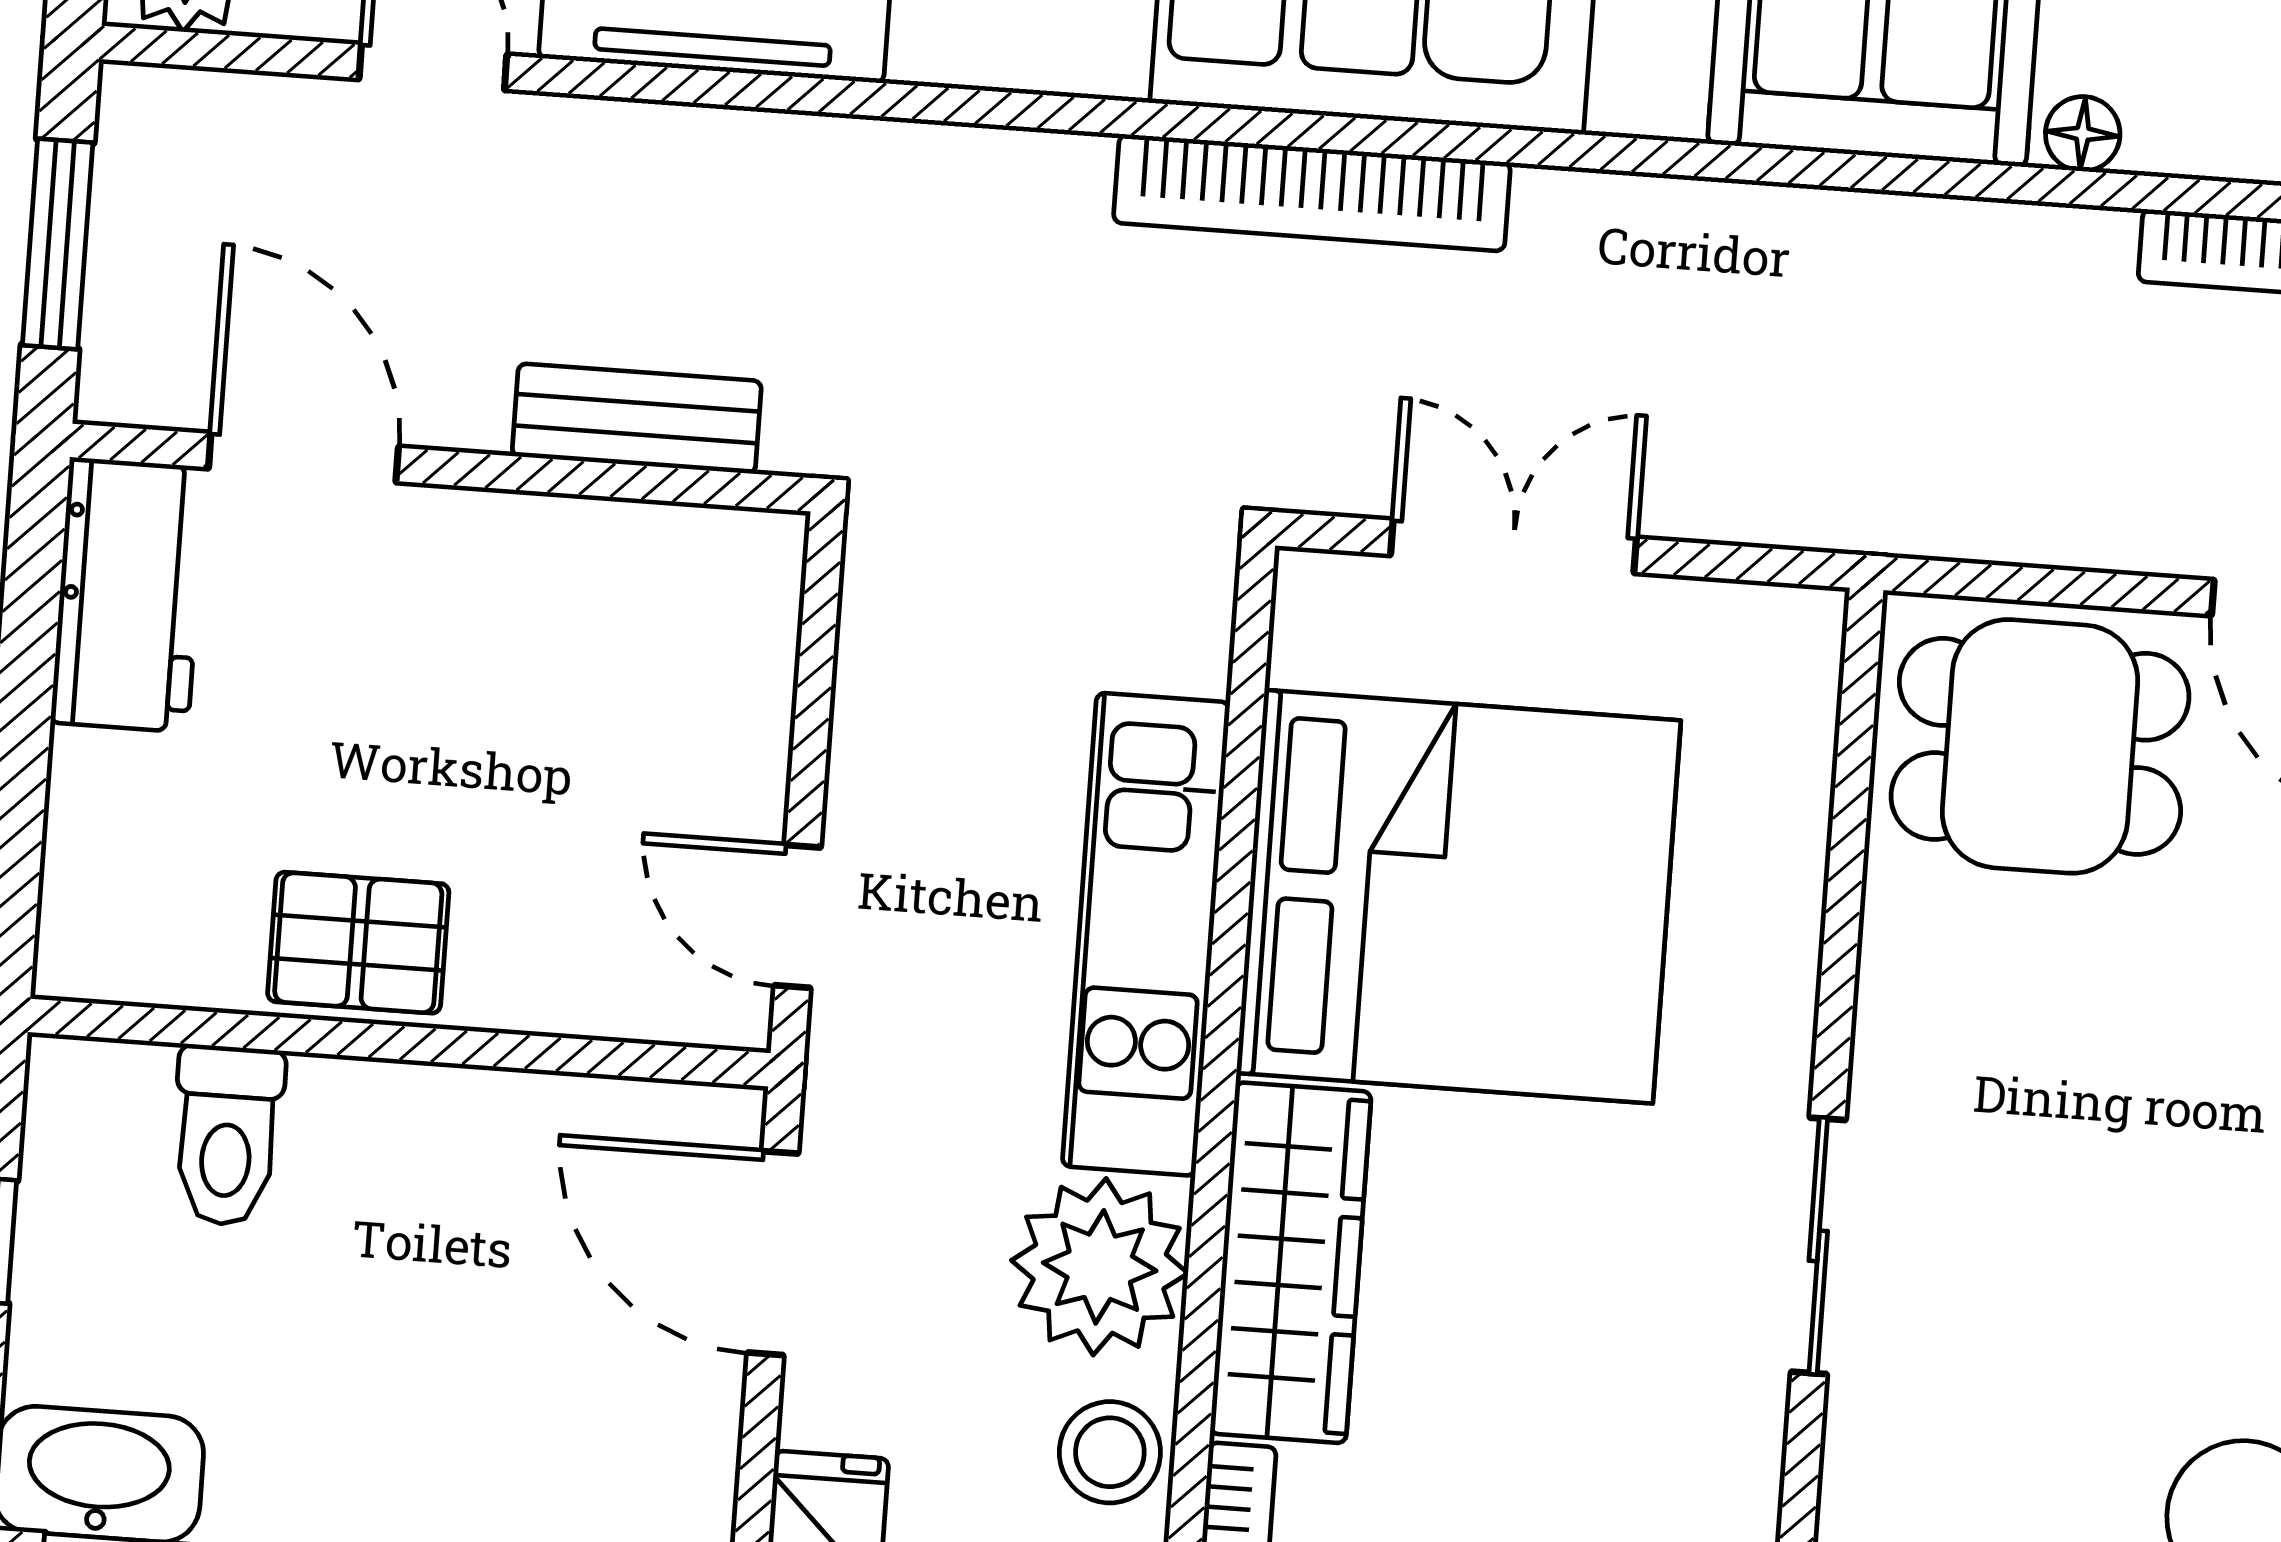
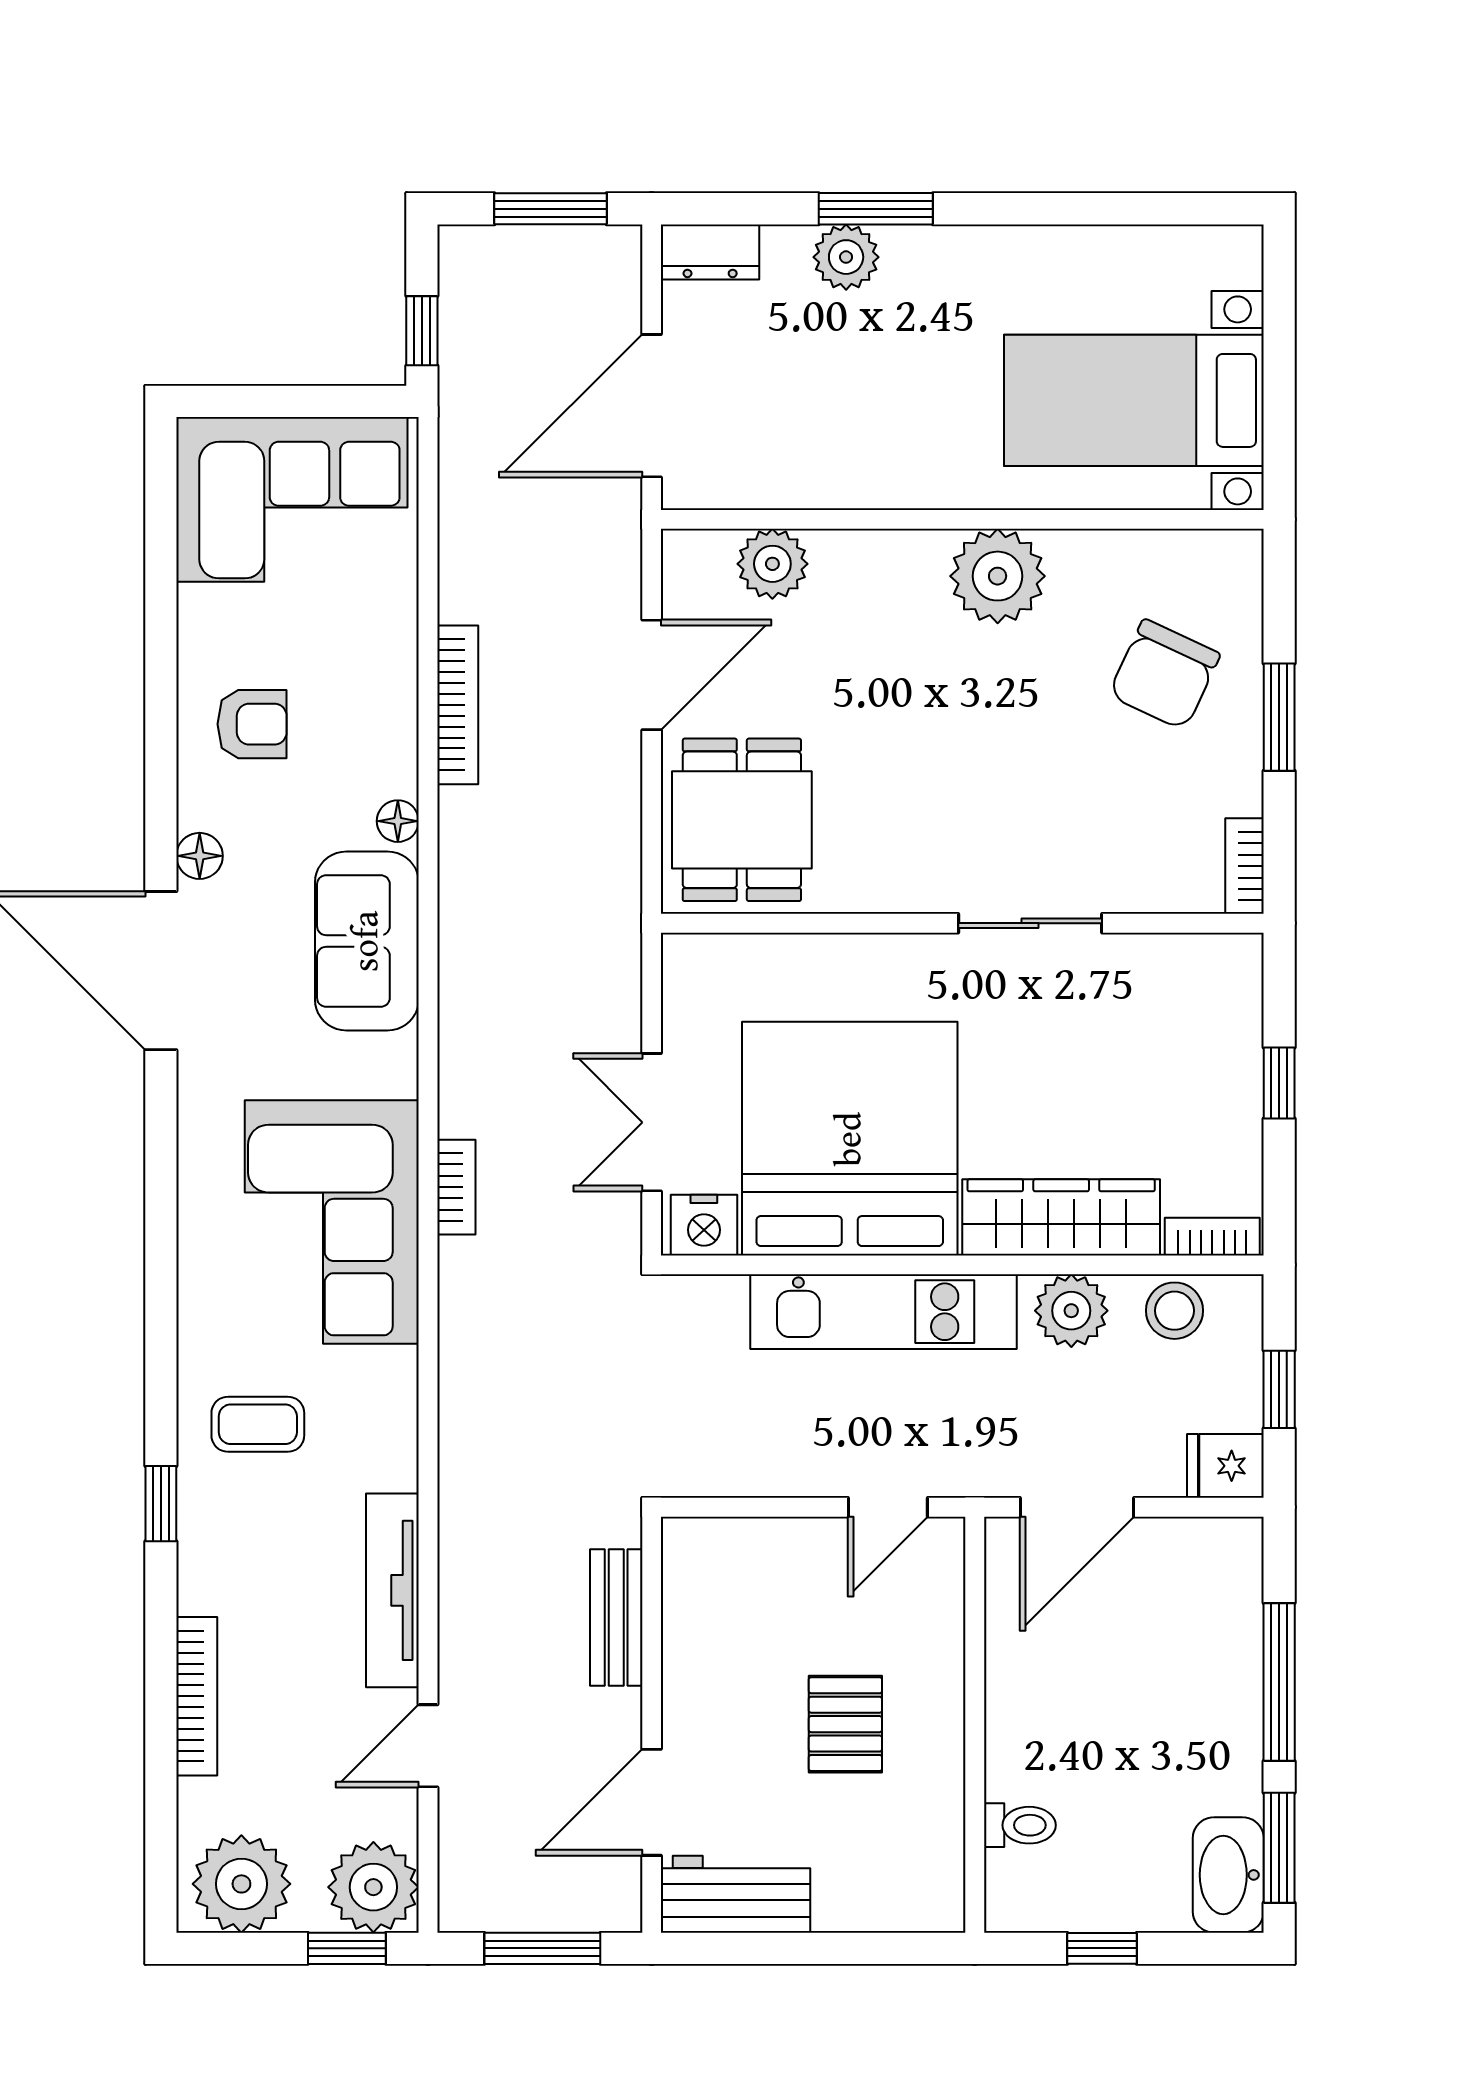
bookcase: (1312, 193) -> (456, 1187), width x0.43, depth x0.76
nightstand: (1324, 626) -> (704, 1225), added
pallet: (358, 943) -> (845, 1724), moved
toilet: (227, 1135) -> (1020, 1825), width x0.73, depth x0.72
plant: (1100, 1267) -> (1071, 1311), width x0.73, depth x0.73

